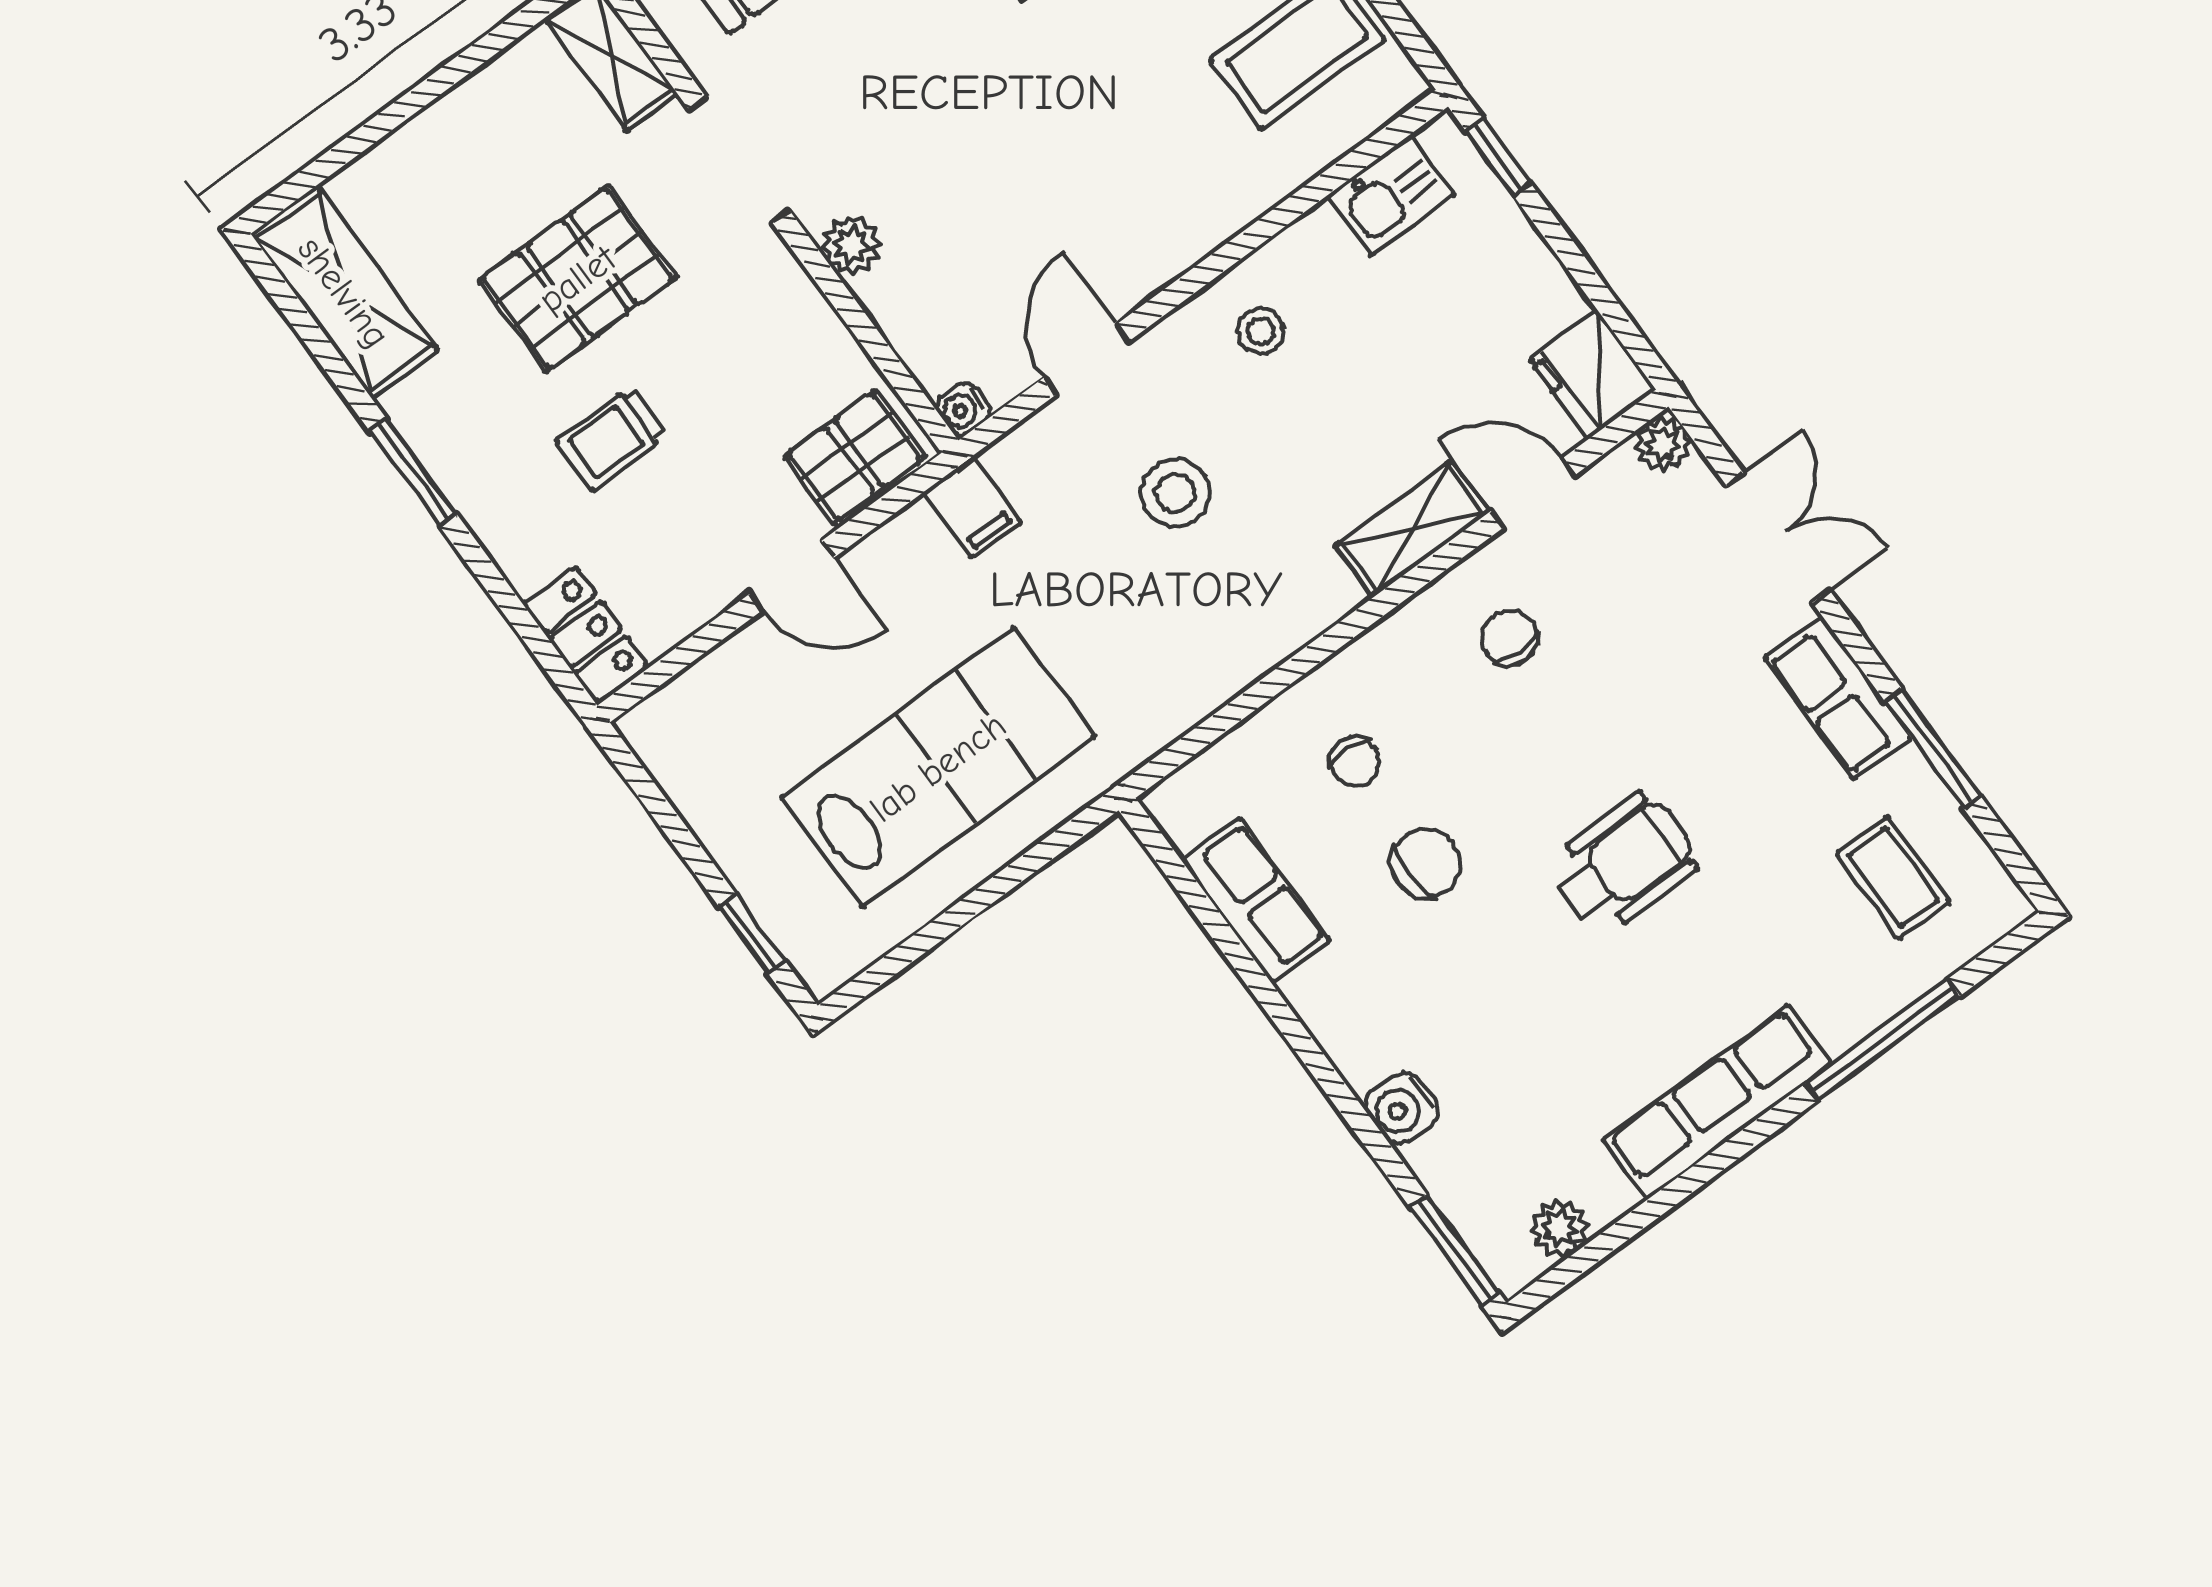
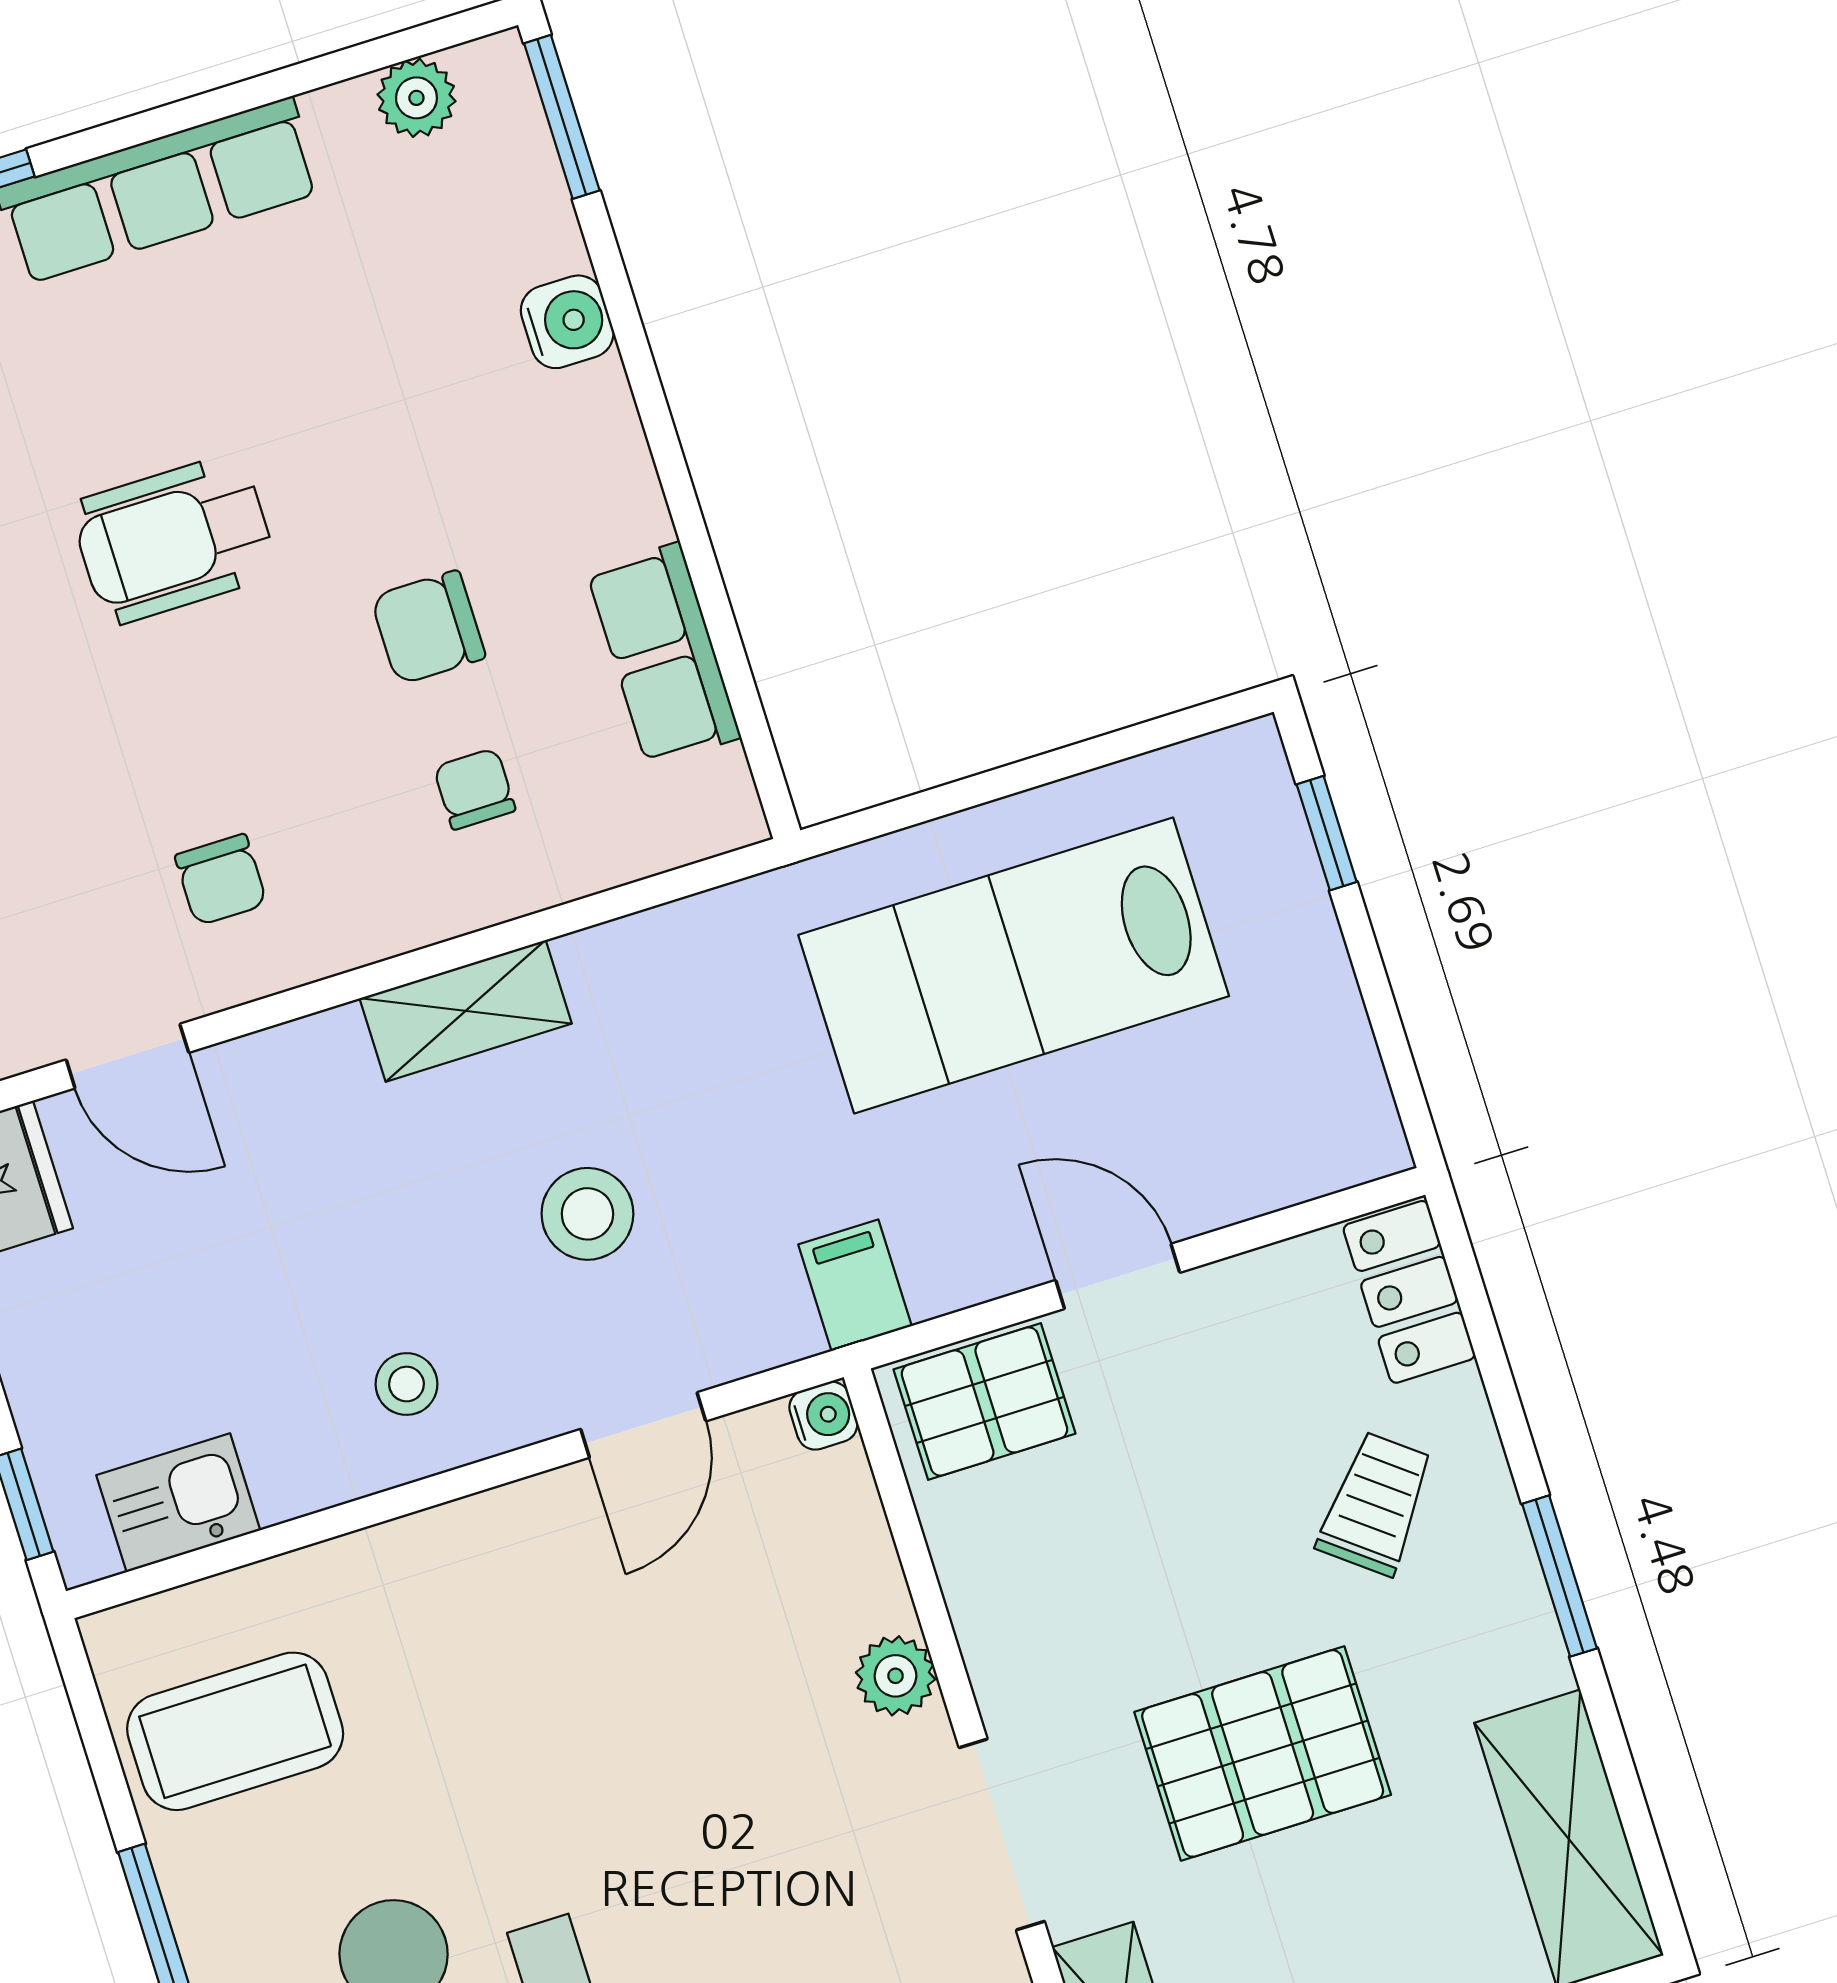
trolley: (612, 438) -> (1376, 1504), moved, turned -52
shelving: (1412, 529) -> (466, 1011), moved

